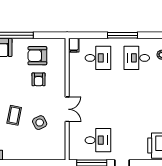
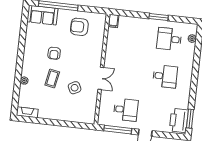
window: (122, 35) -> (159, 17), width x0.69
desk: (98, 58) -> (165, 76), moved
armchair: (39, 79) -> (54, 53), moved

